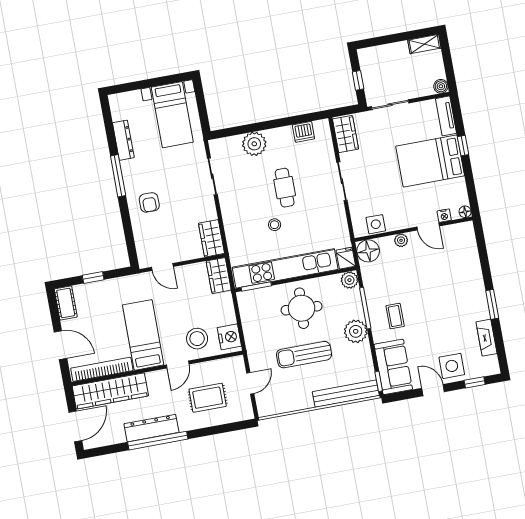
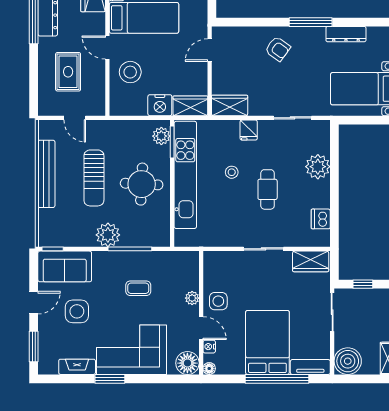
boiler: (441, 86) -> (348, 361), width x1.86, depth x1.86
window: (463, 146) -> (277, 379), width x3.17
cafe table: (285, 188) -> (268, 189), turned 90
armchair: (149, 202) -> (278, 49), turned -144
side table: (376, 224) -> (218, 301), moved
door: (428, 227) -> (201, 328), swing flipped
floor lamp: (368, 251) -> (187, 363), moved
fridge: (346, 258) -> (249, 130), moved, turned 90
plant: (349, 280) -> (161, 136), moved
corner sofa: (461, 289) -> (131, 350), added
coffee table: (395, 316) -> (138, 288), moved
nightstand: (229, 337) -> (160, 105), moved
sun lounger: (304, 355) -> (94, 178), turned 180
side table: (452, 366) -> (77, 311), moved
window: (475, 382) -> (34, 346), width x1.50
bench: (346, 394) -> (46, 174), moved

